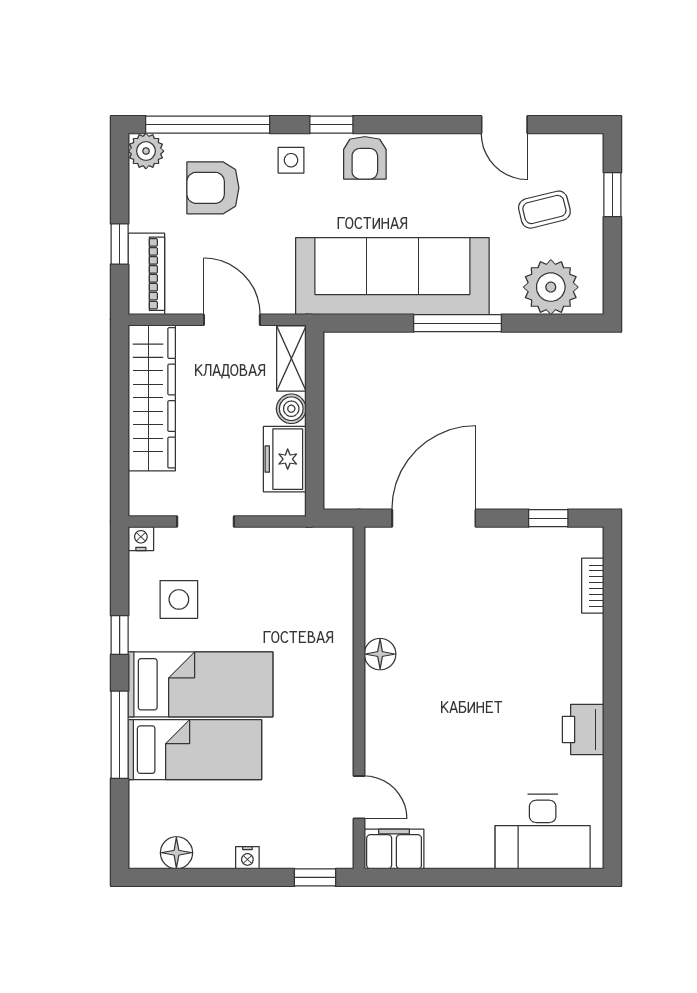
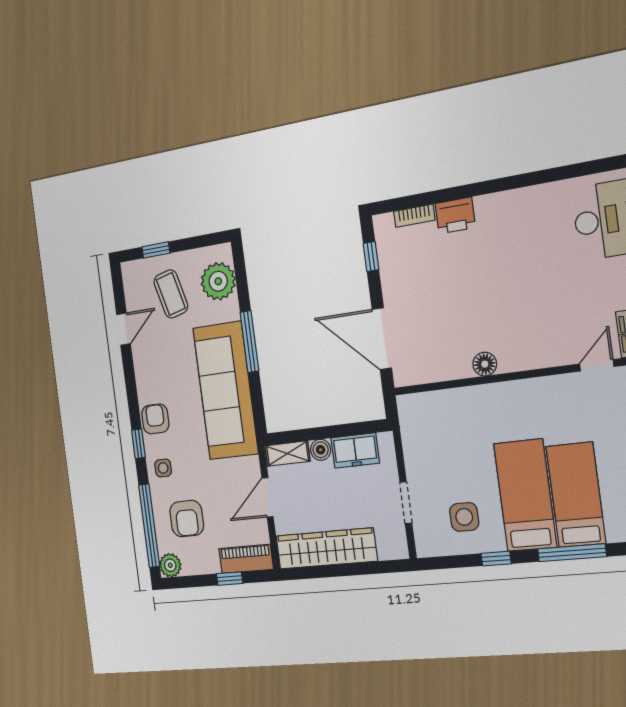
armchair: (365, 158) -> (155, 419), turned -90
coffee table: (544, 210) -> (171, 294), width x1.36, depth x1.30
nightstand: (141, 539) -> (424, 548), removed
printer: (583, 729) -> (455, 215), moved

